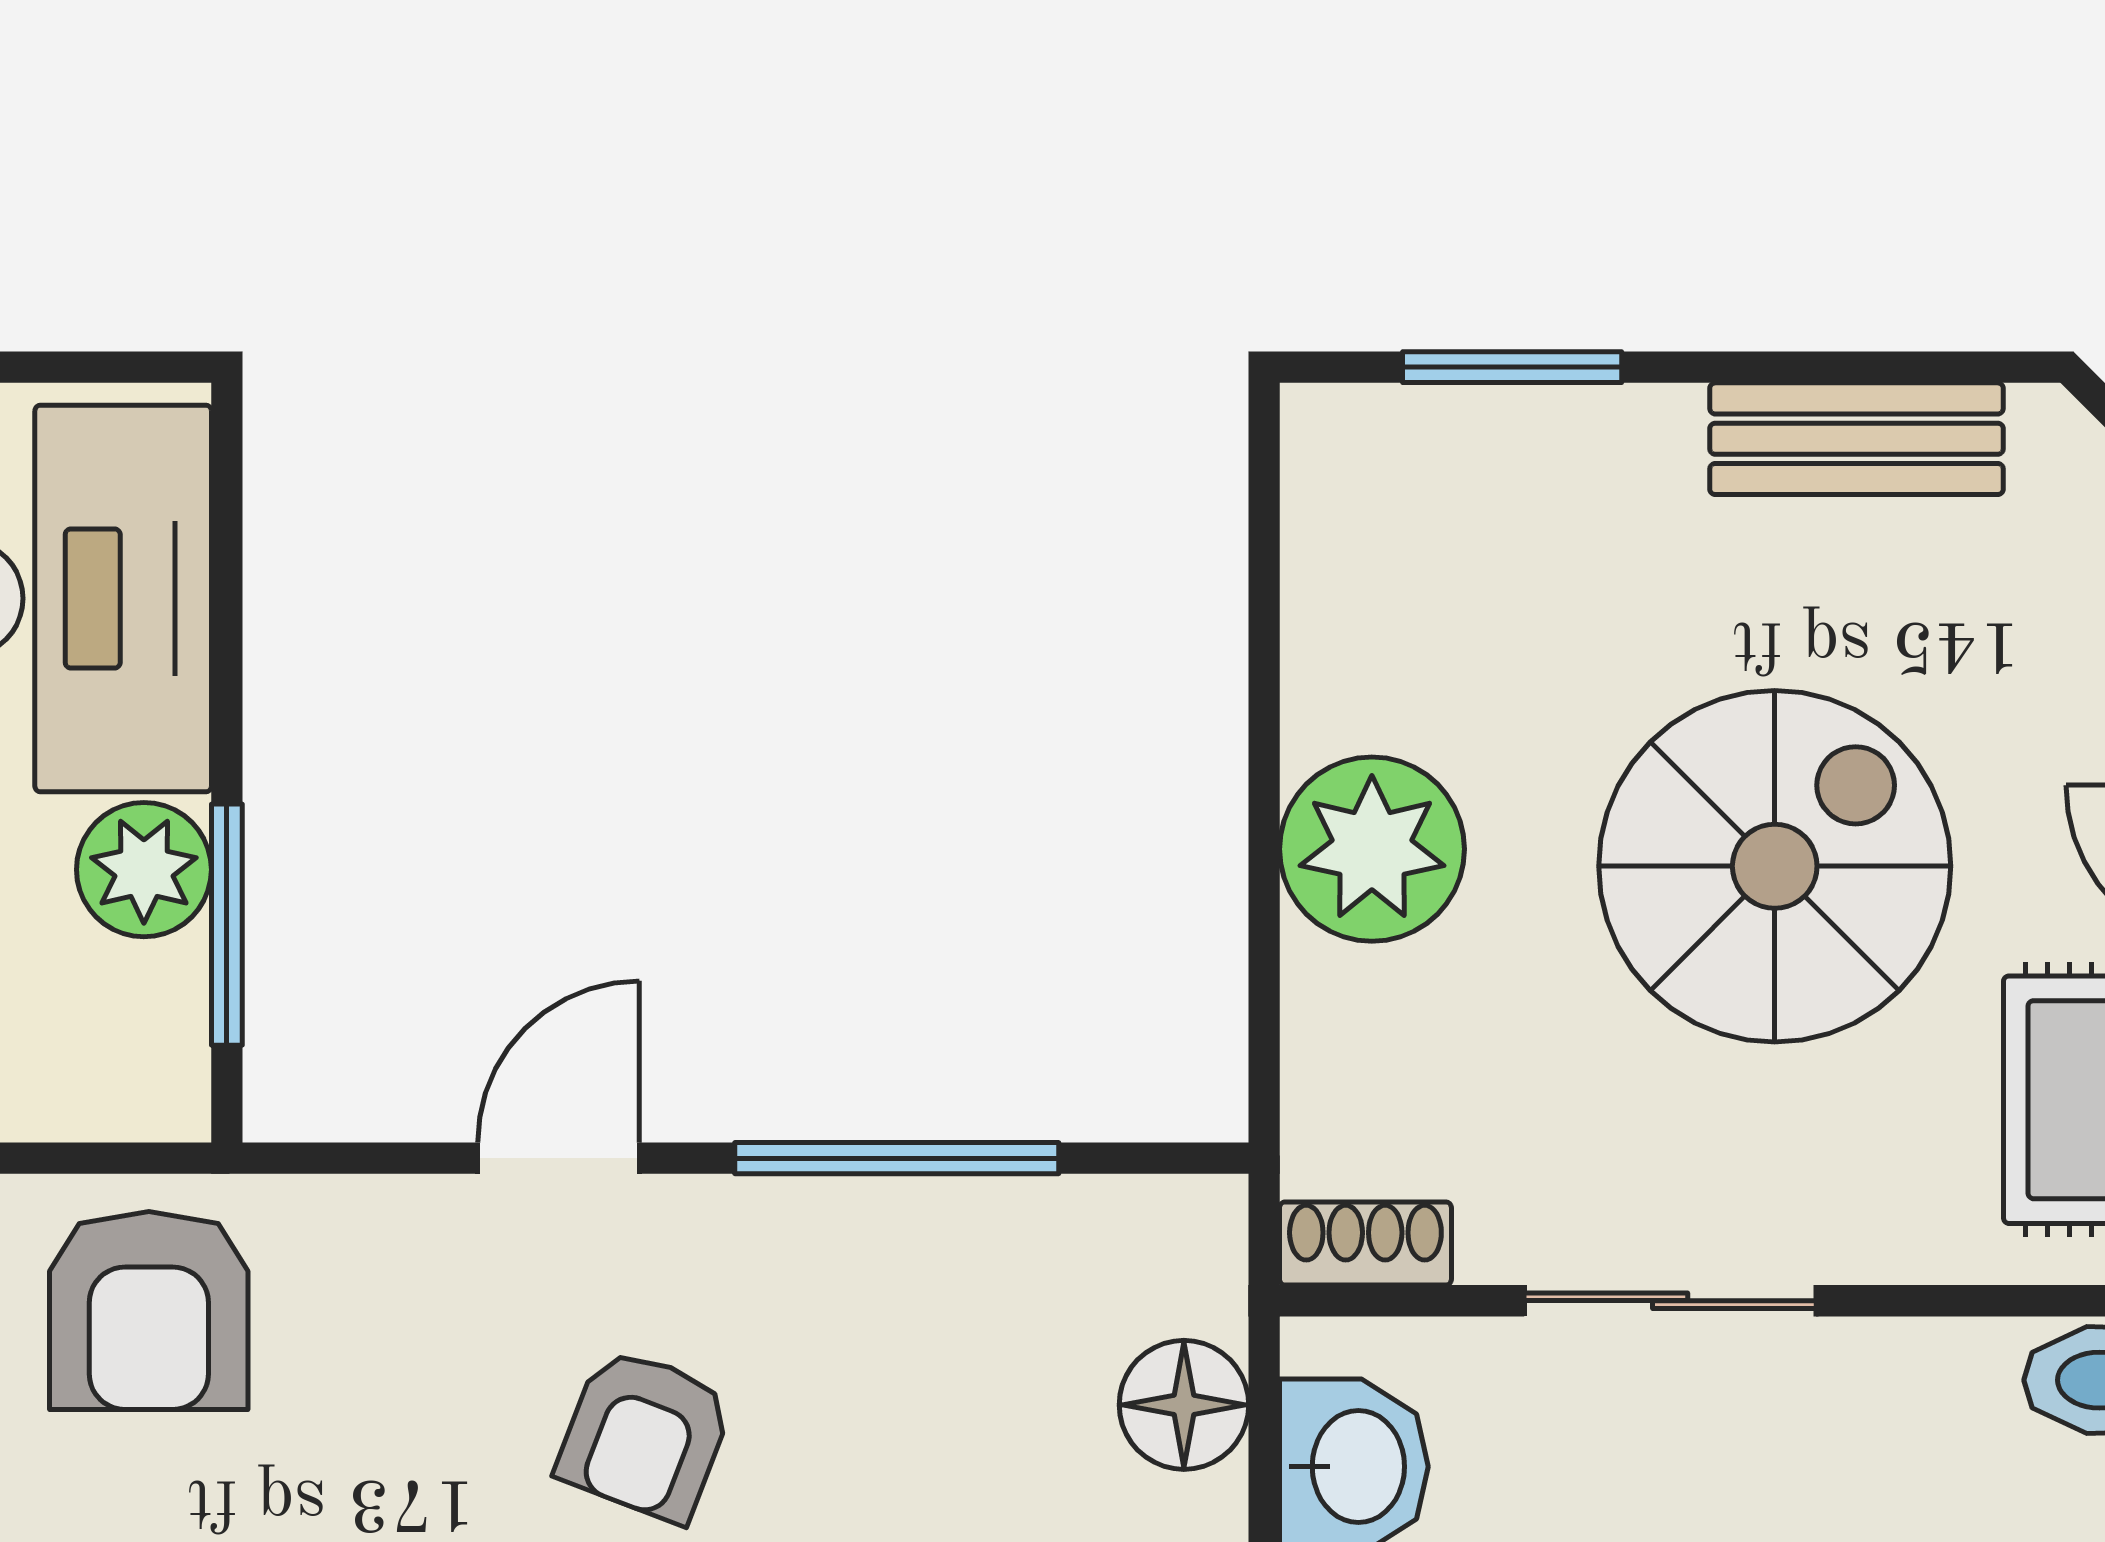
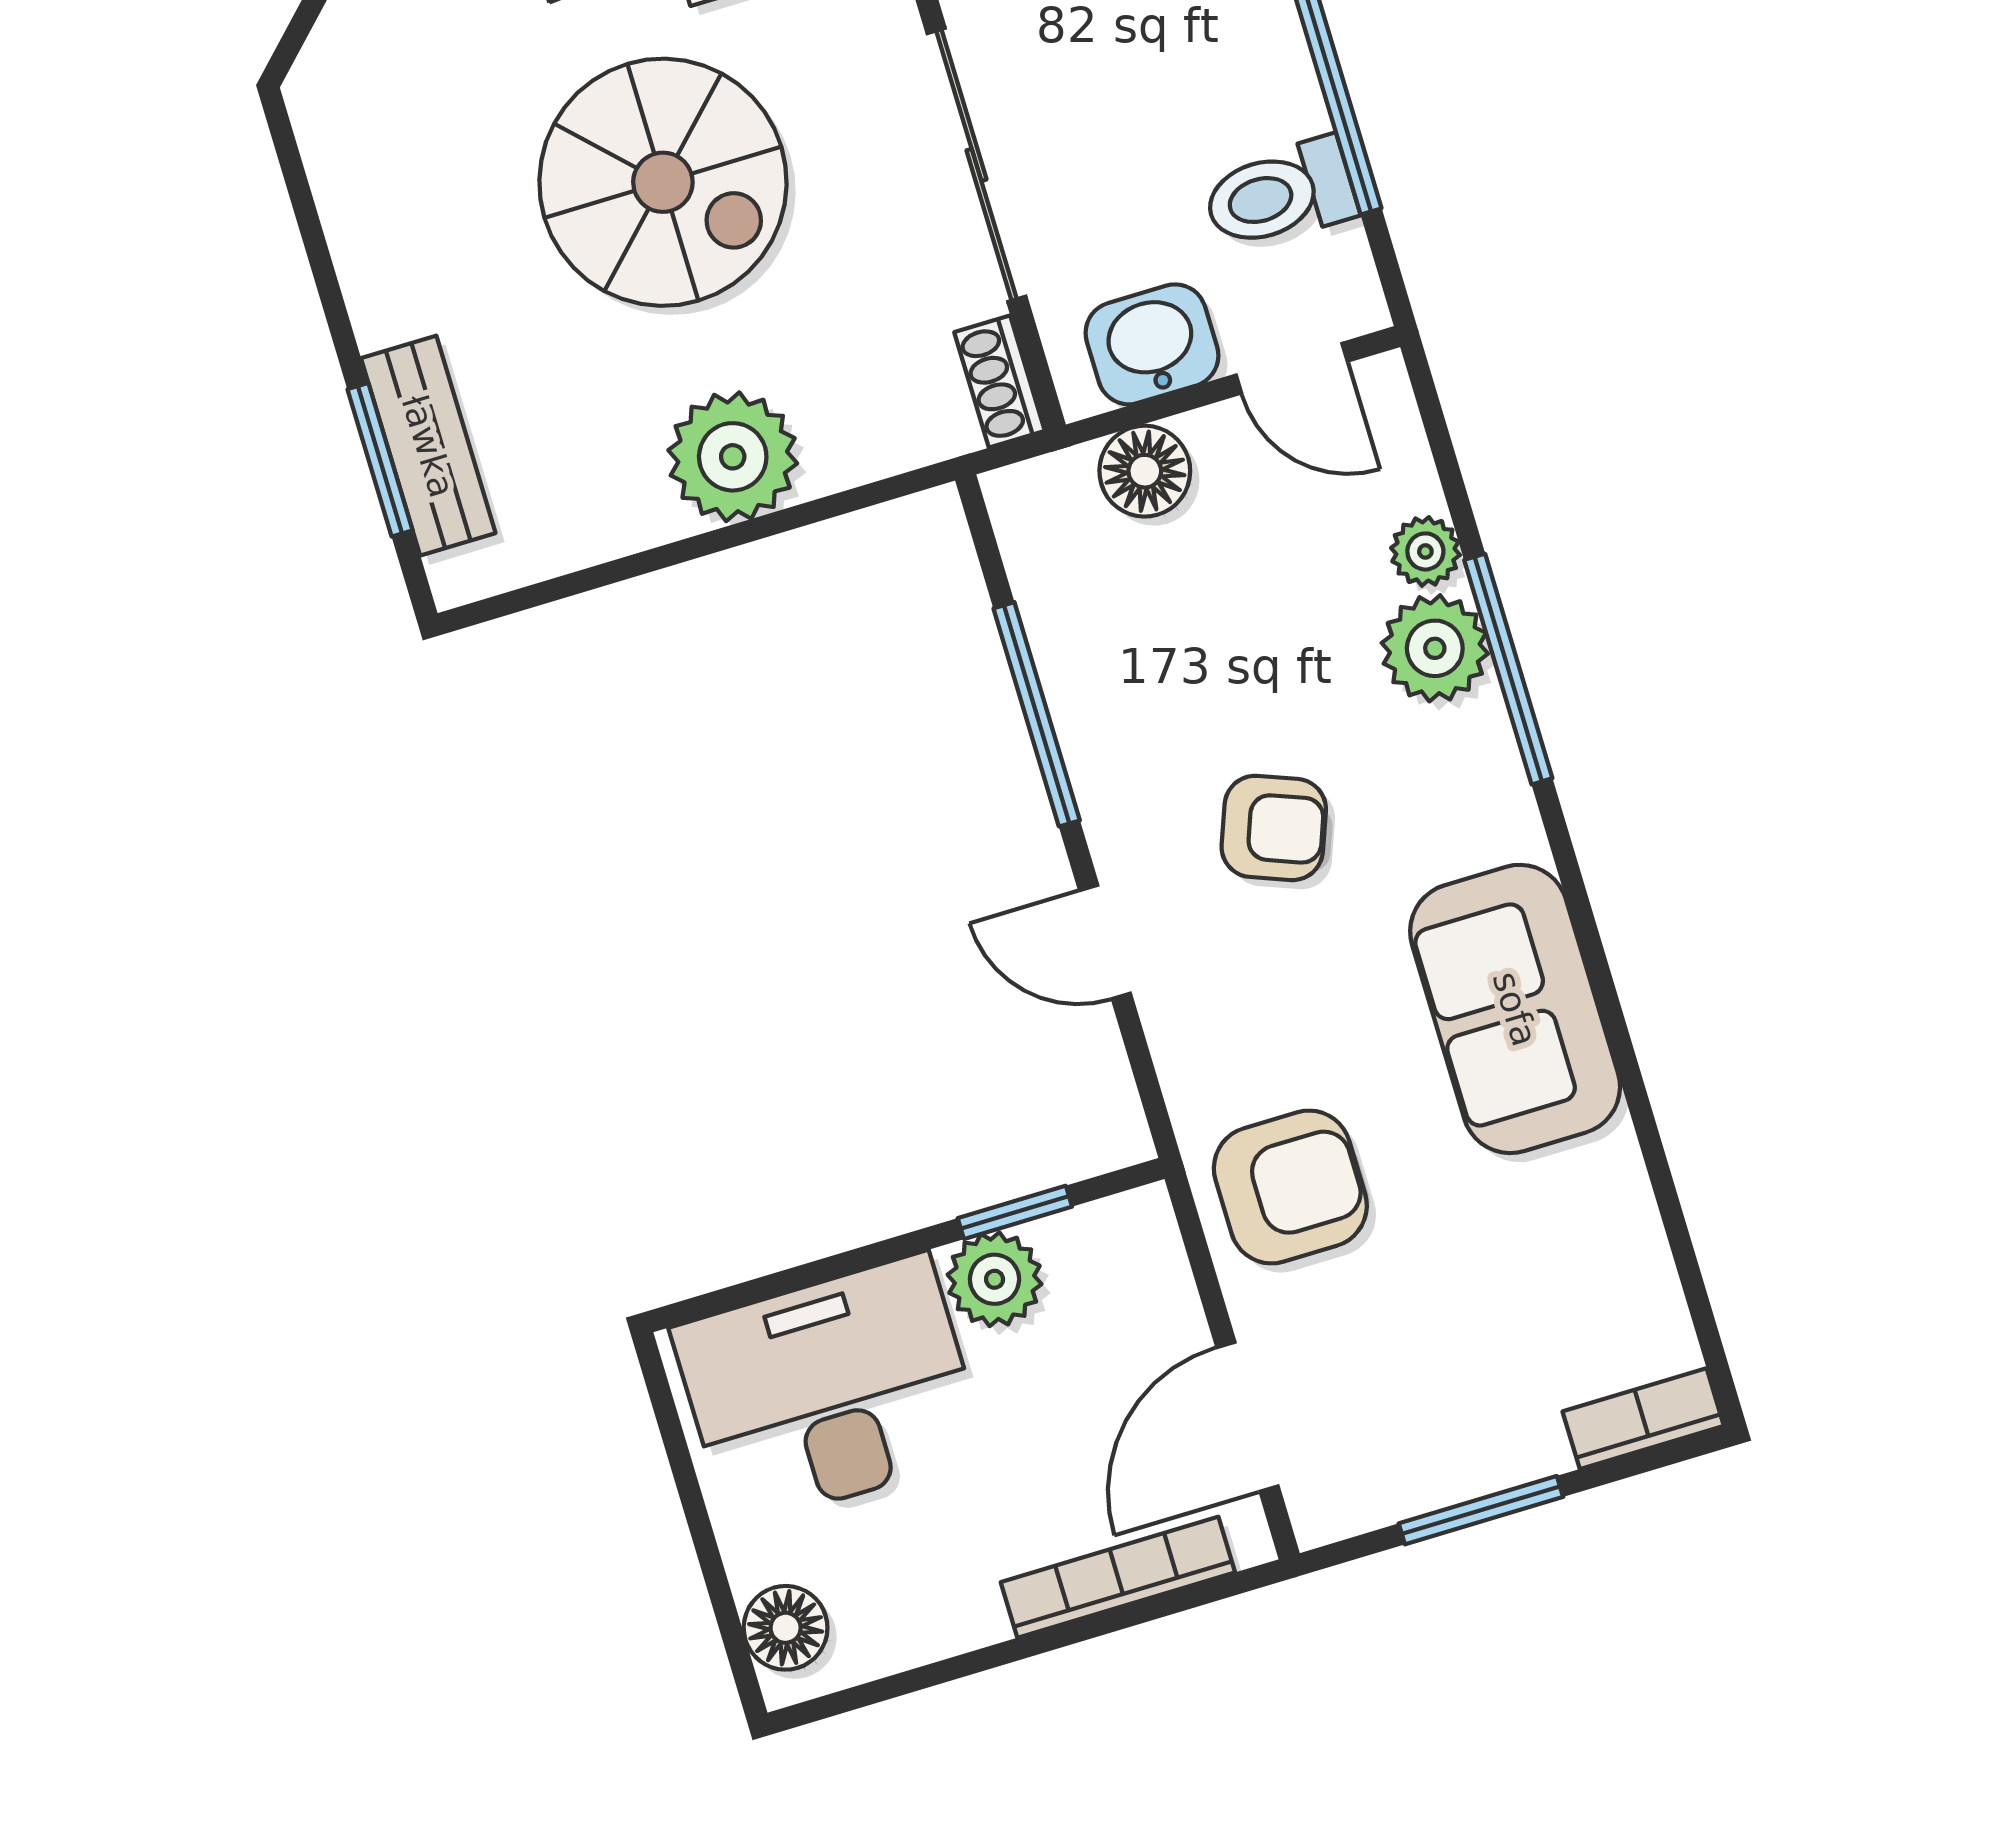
bench: (1856, 439) -> (428, 446), moved
spiral stairs: (1775, 866) -> (663, 182), turned 180
window: (227, 925) -> (1015, 1212), width x0.67
sliding door: (1670, 1301) -> (977, 165), width x1.37

